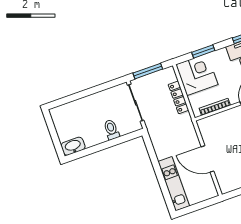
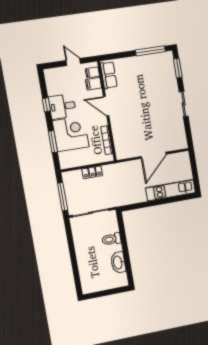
corner desk: (197, 75) -> (71, 134), moved, turned 90
locker: (178, 97) -> (92, 172), width x0.66
washbasin: (73, 146) -> (118, 262), moved

